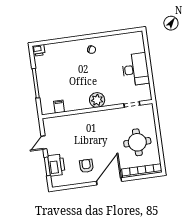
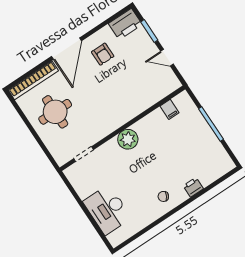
printer: (39, 50) -> (193, 187), moved
desk: (135, 69) -> (107, 210), moved
door: (44, 142) -> (167, 58), swing flipped
printer: (56, 165) -> (125, 24), moved, turned -90

